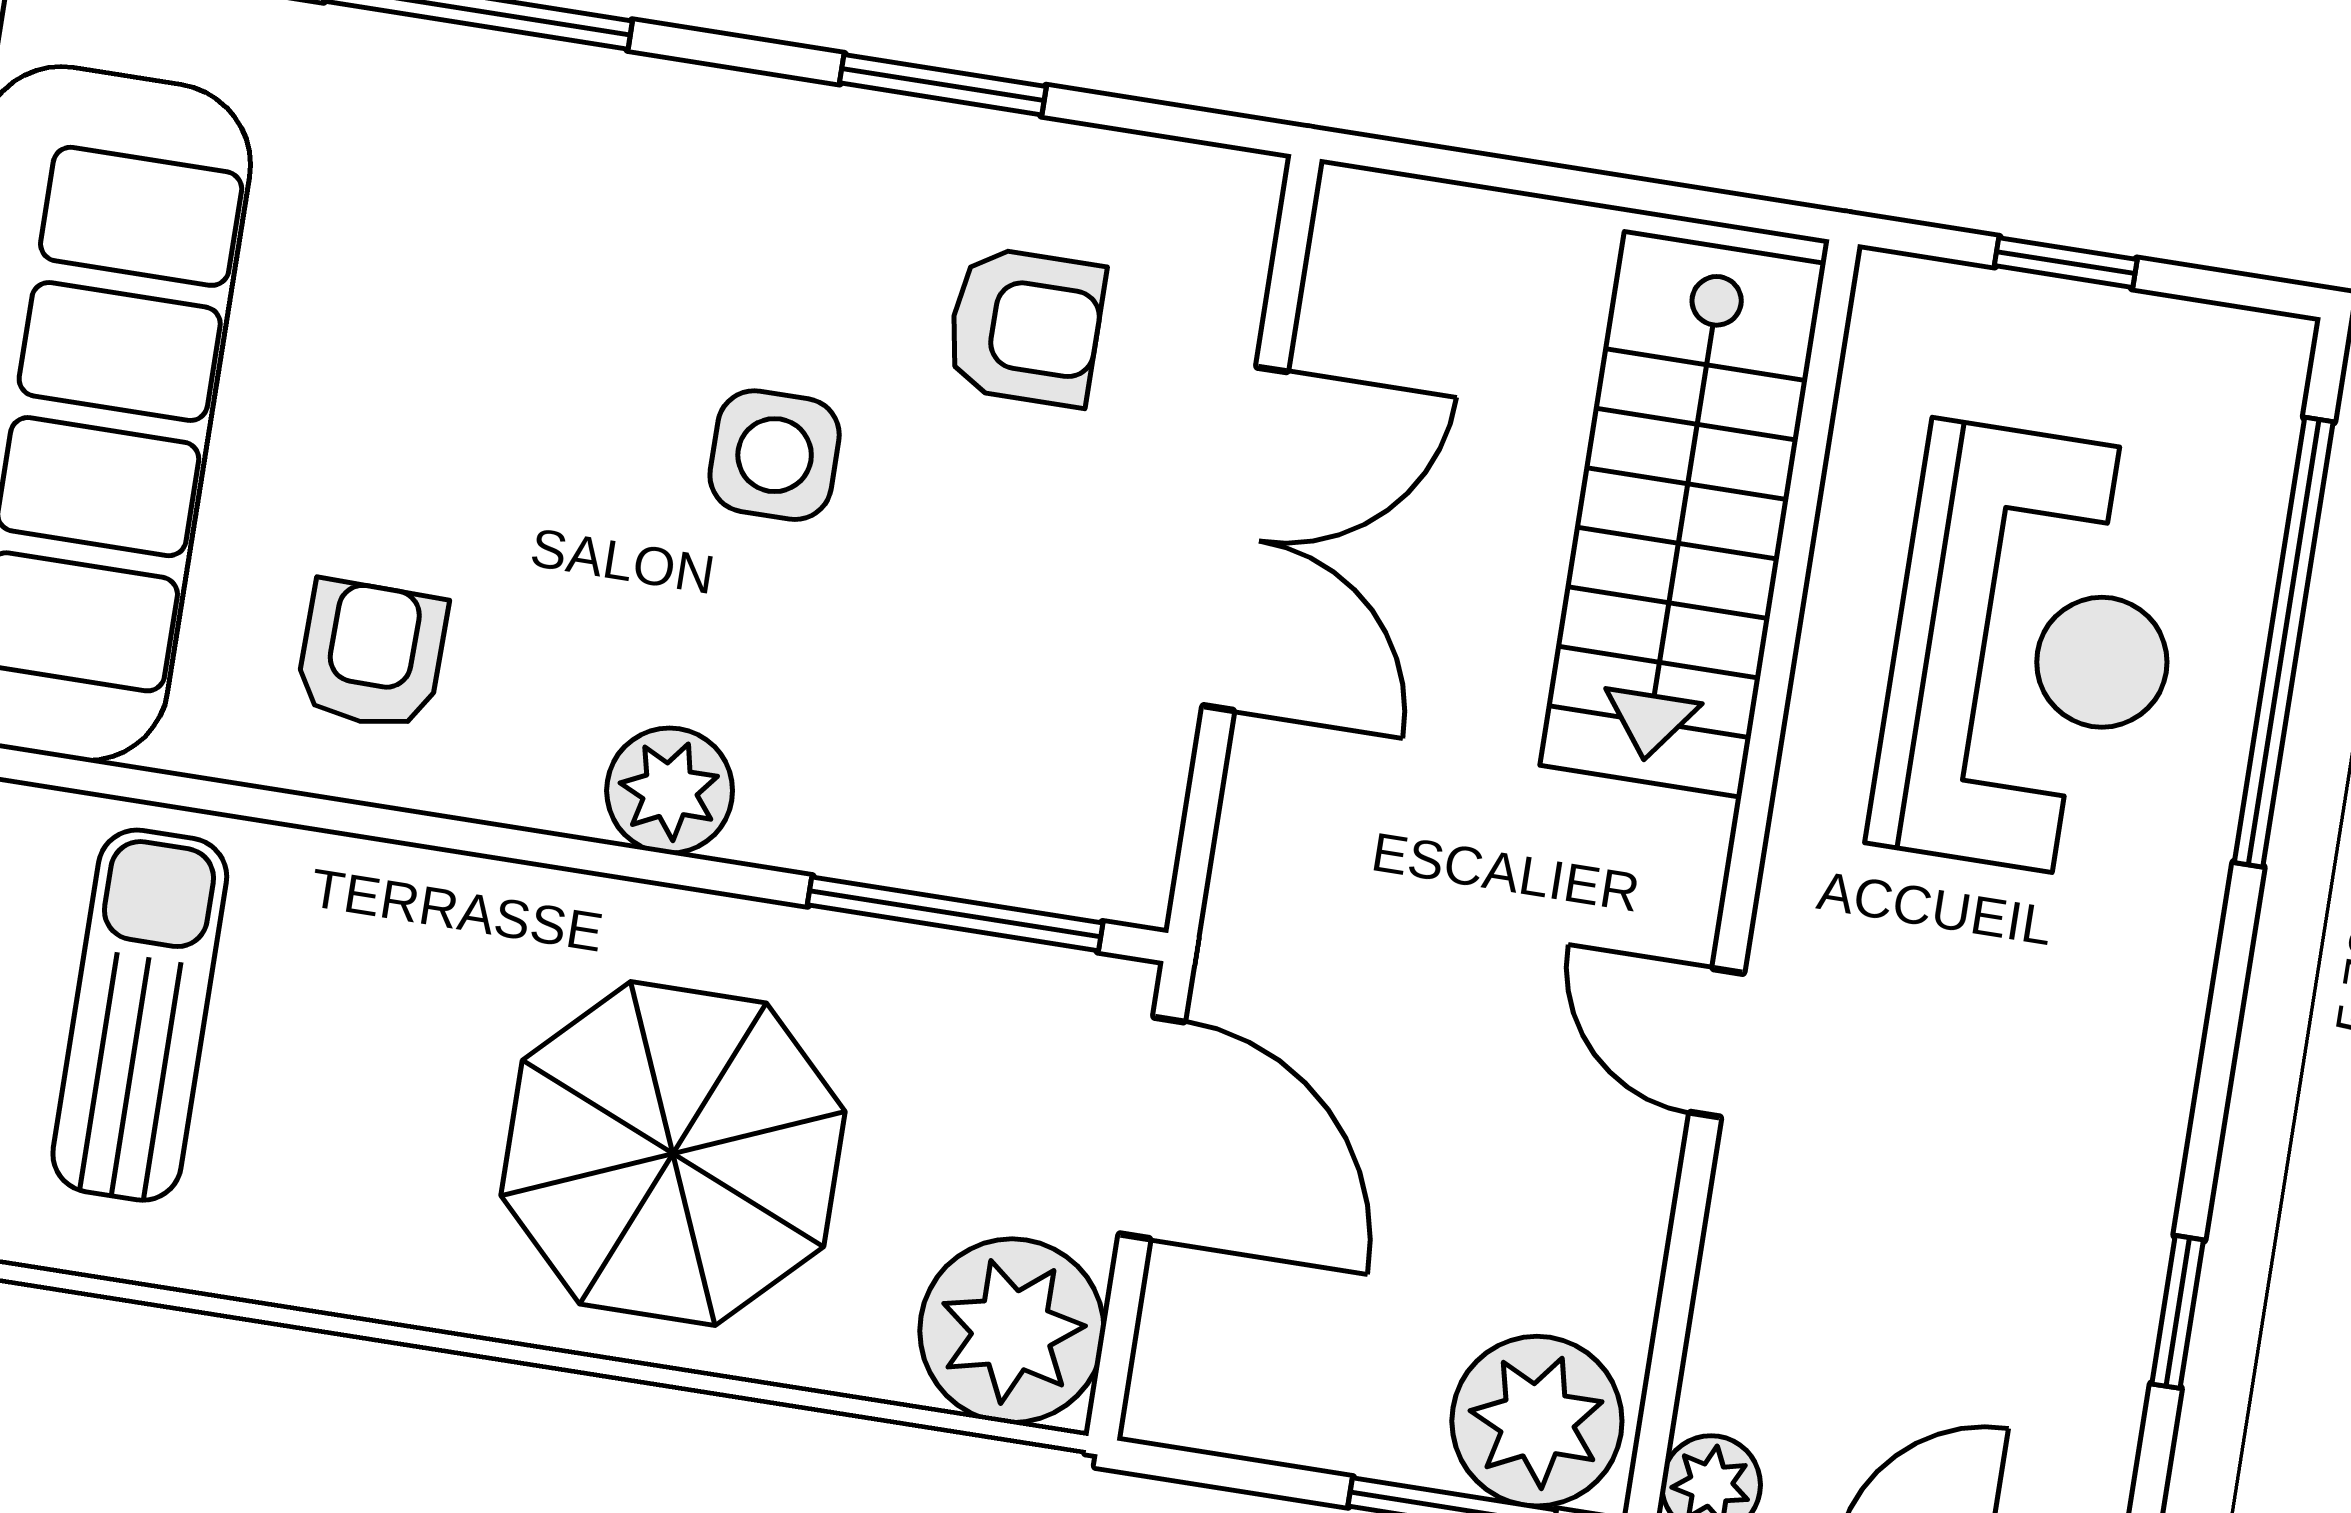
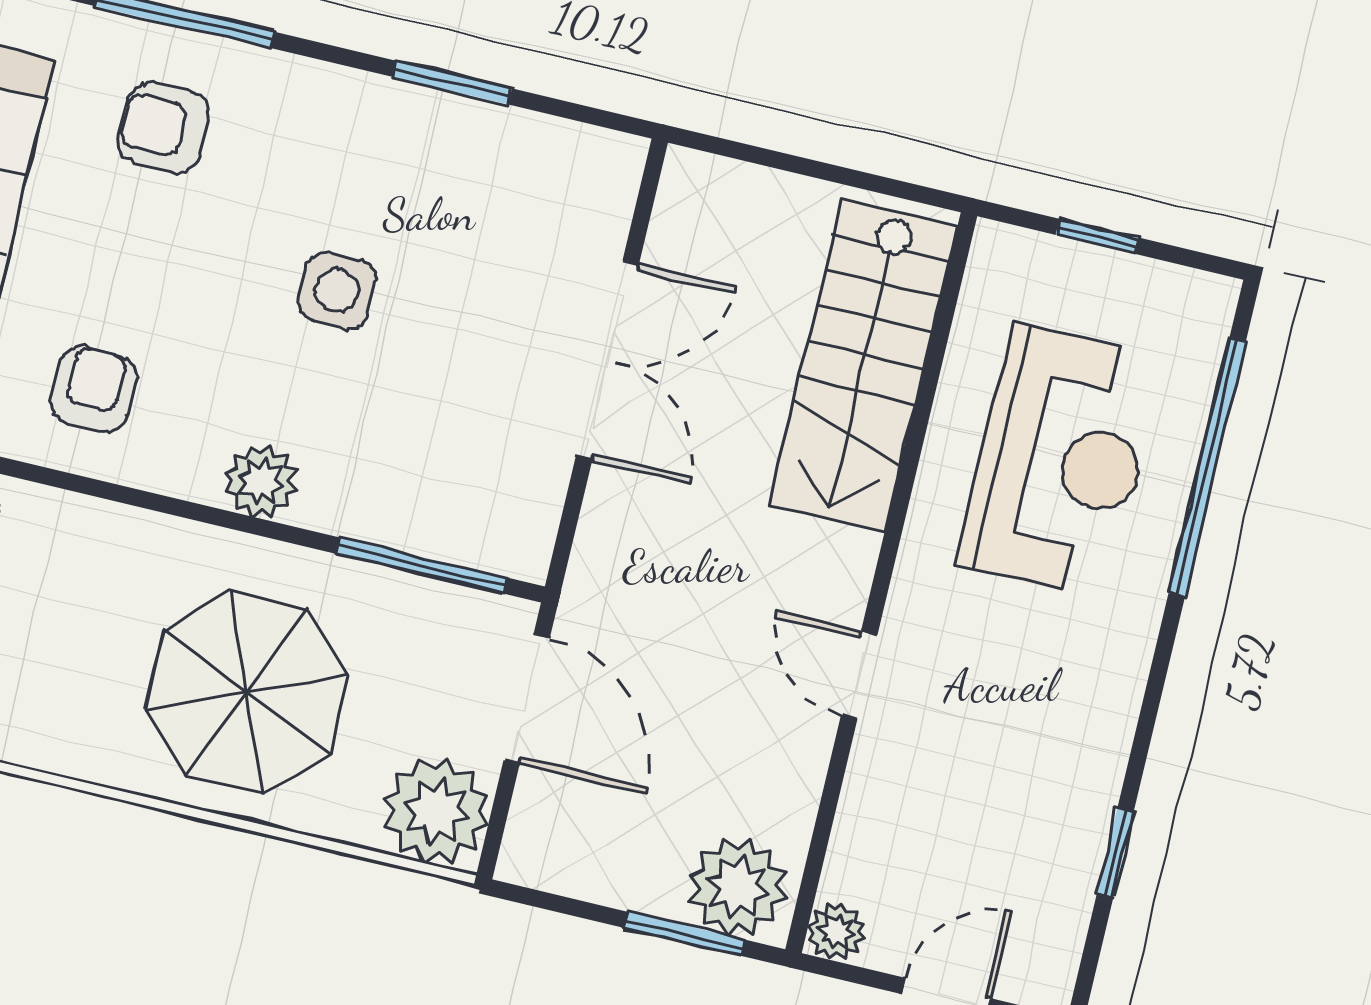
armchair: (1025, 327) -> (163, 127), moved, turned 180

